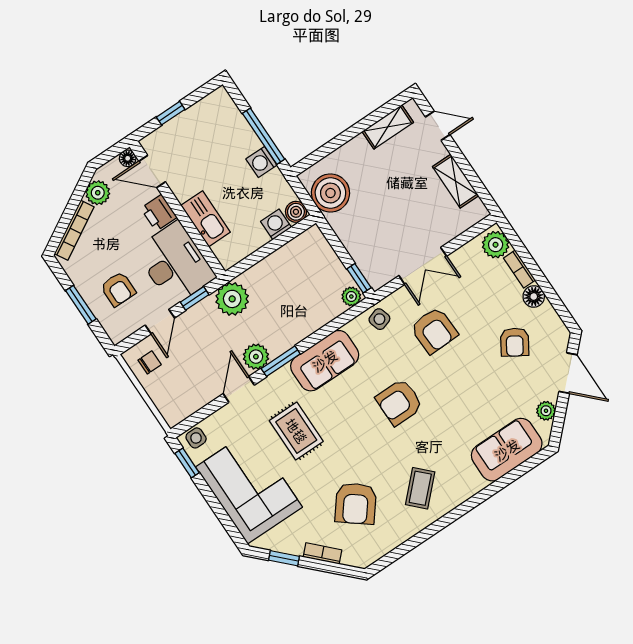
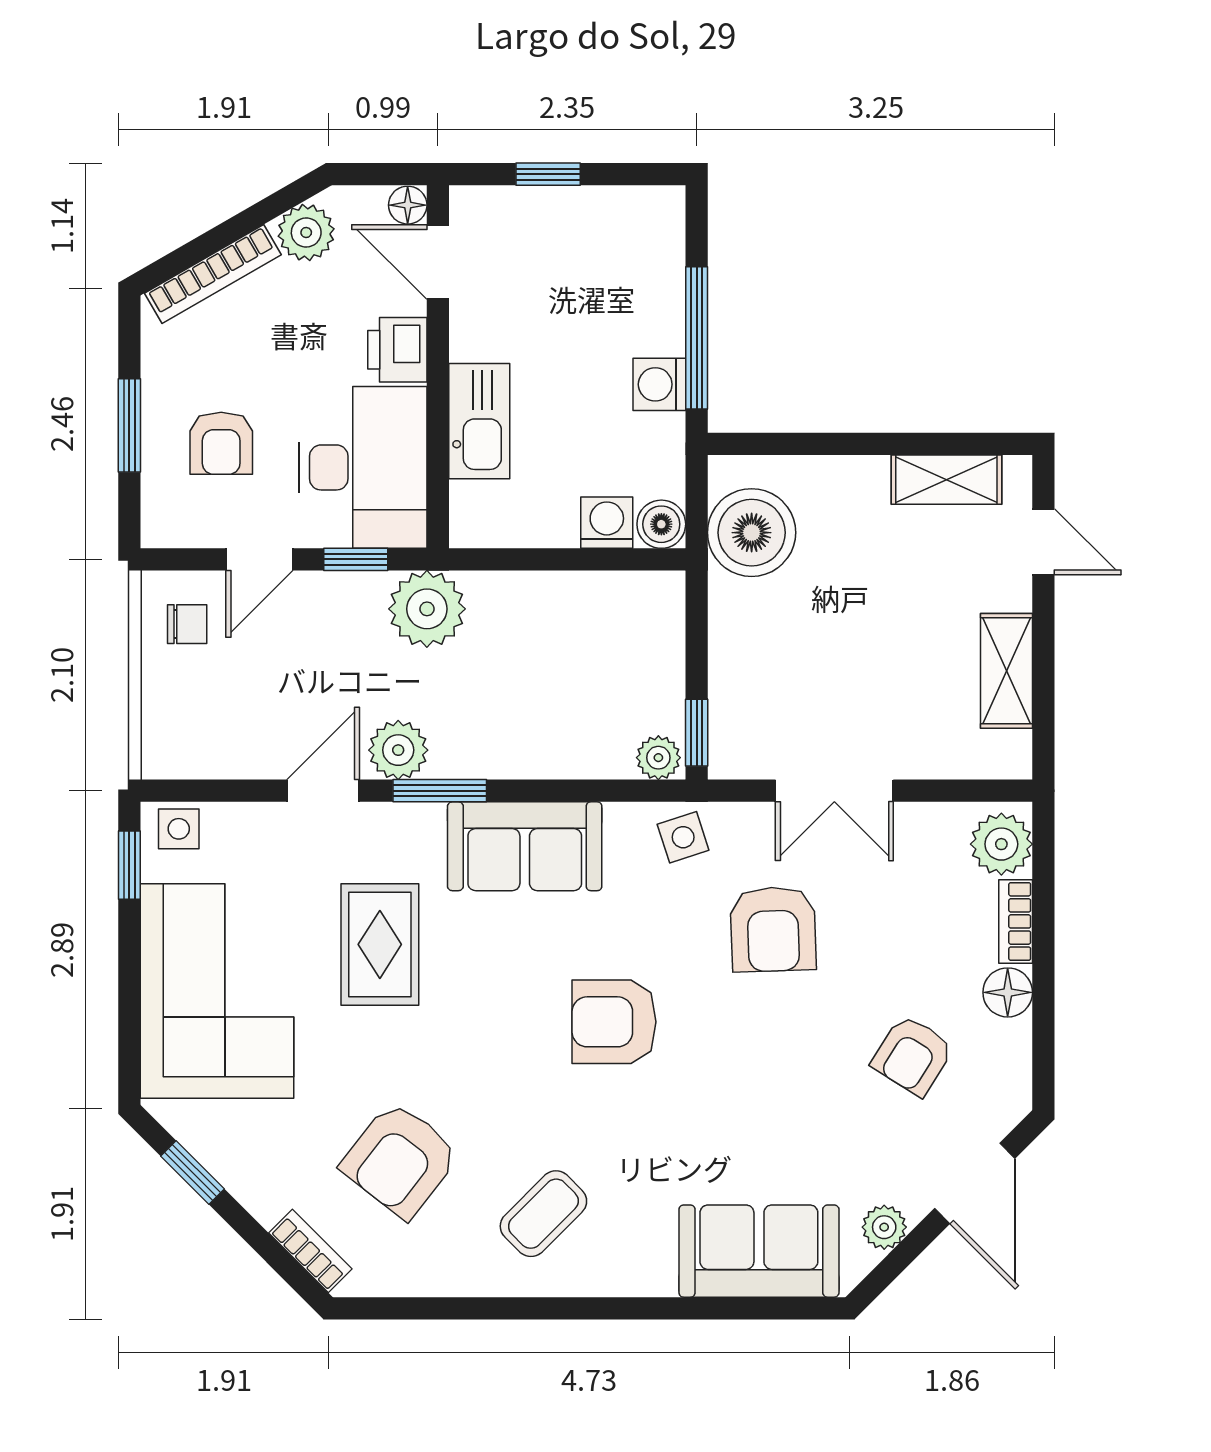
bookcase: (322, 553) -> (310, 1251), moved

